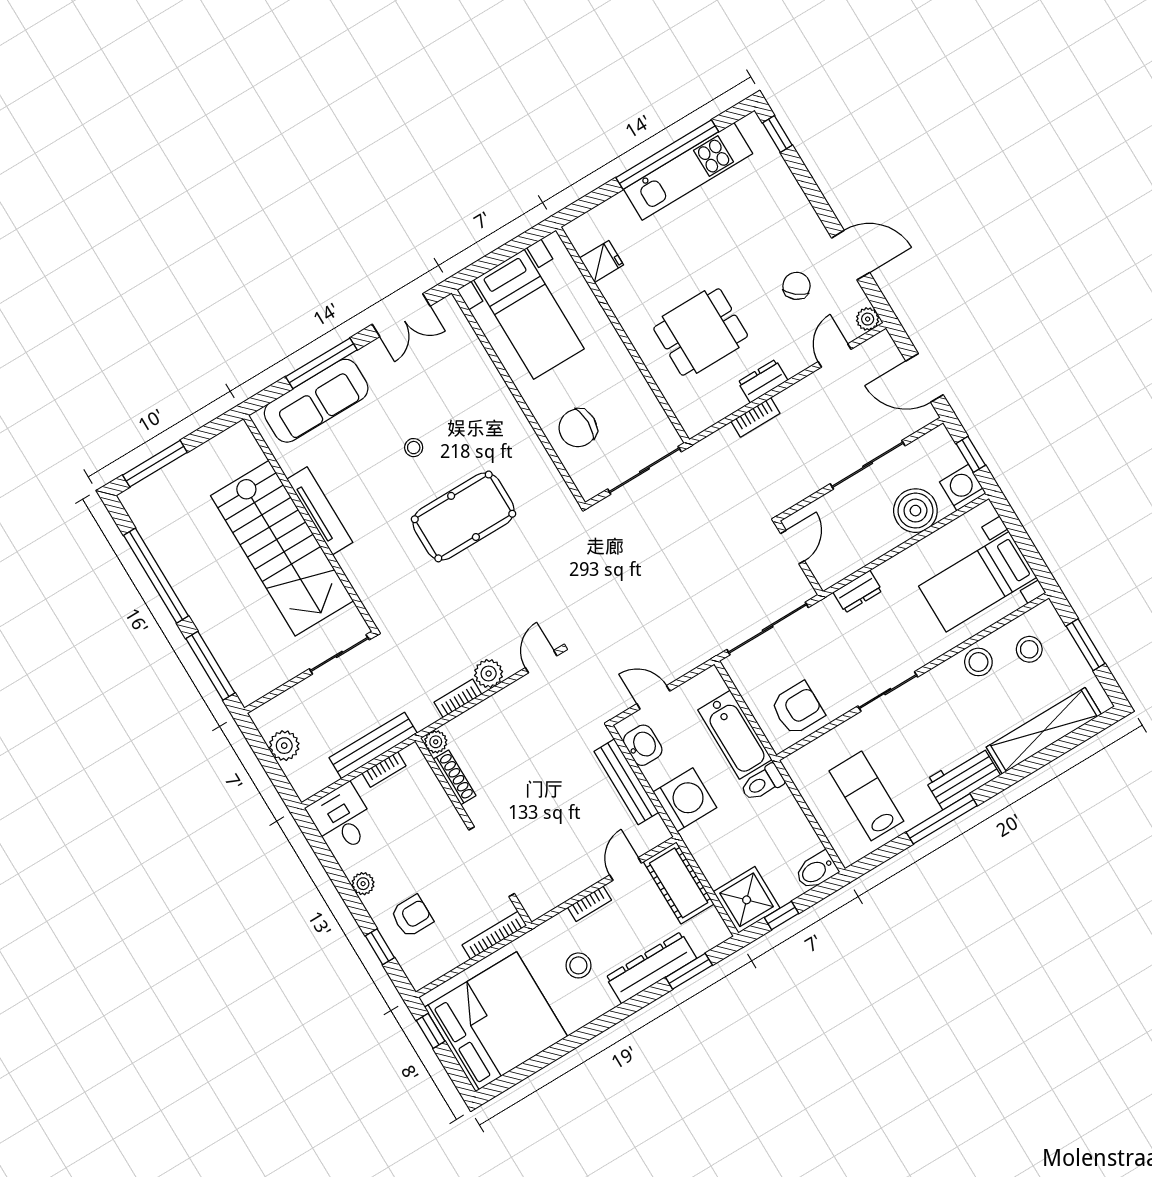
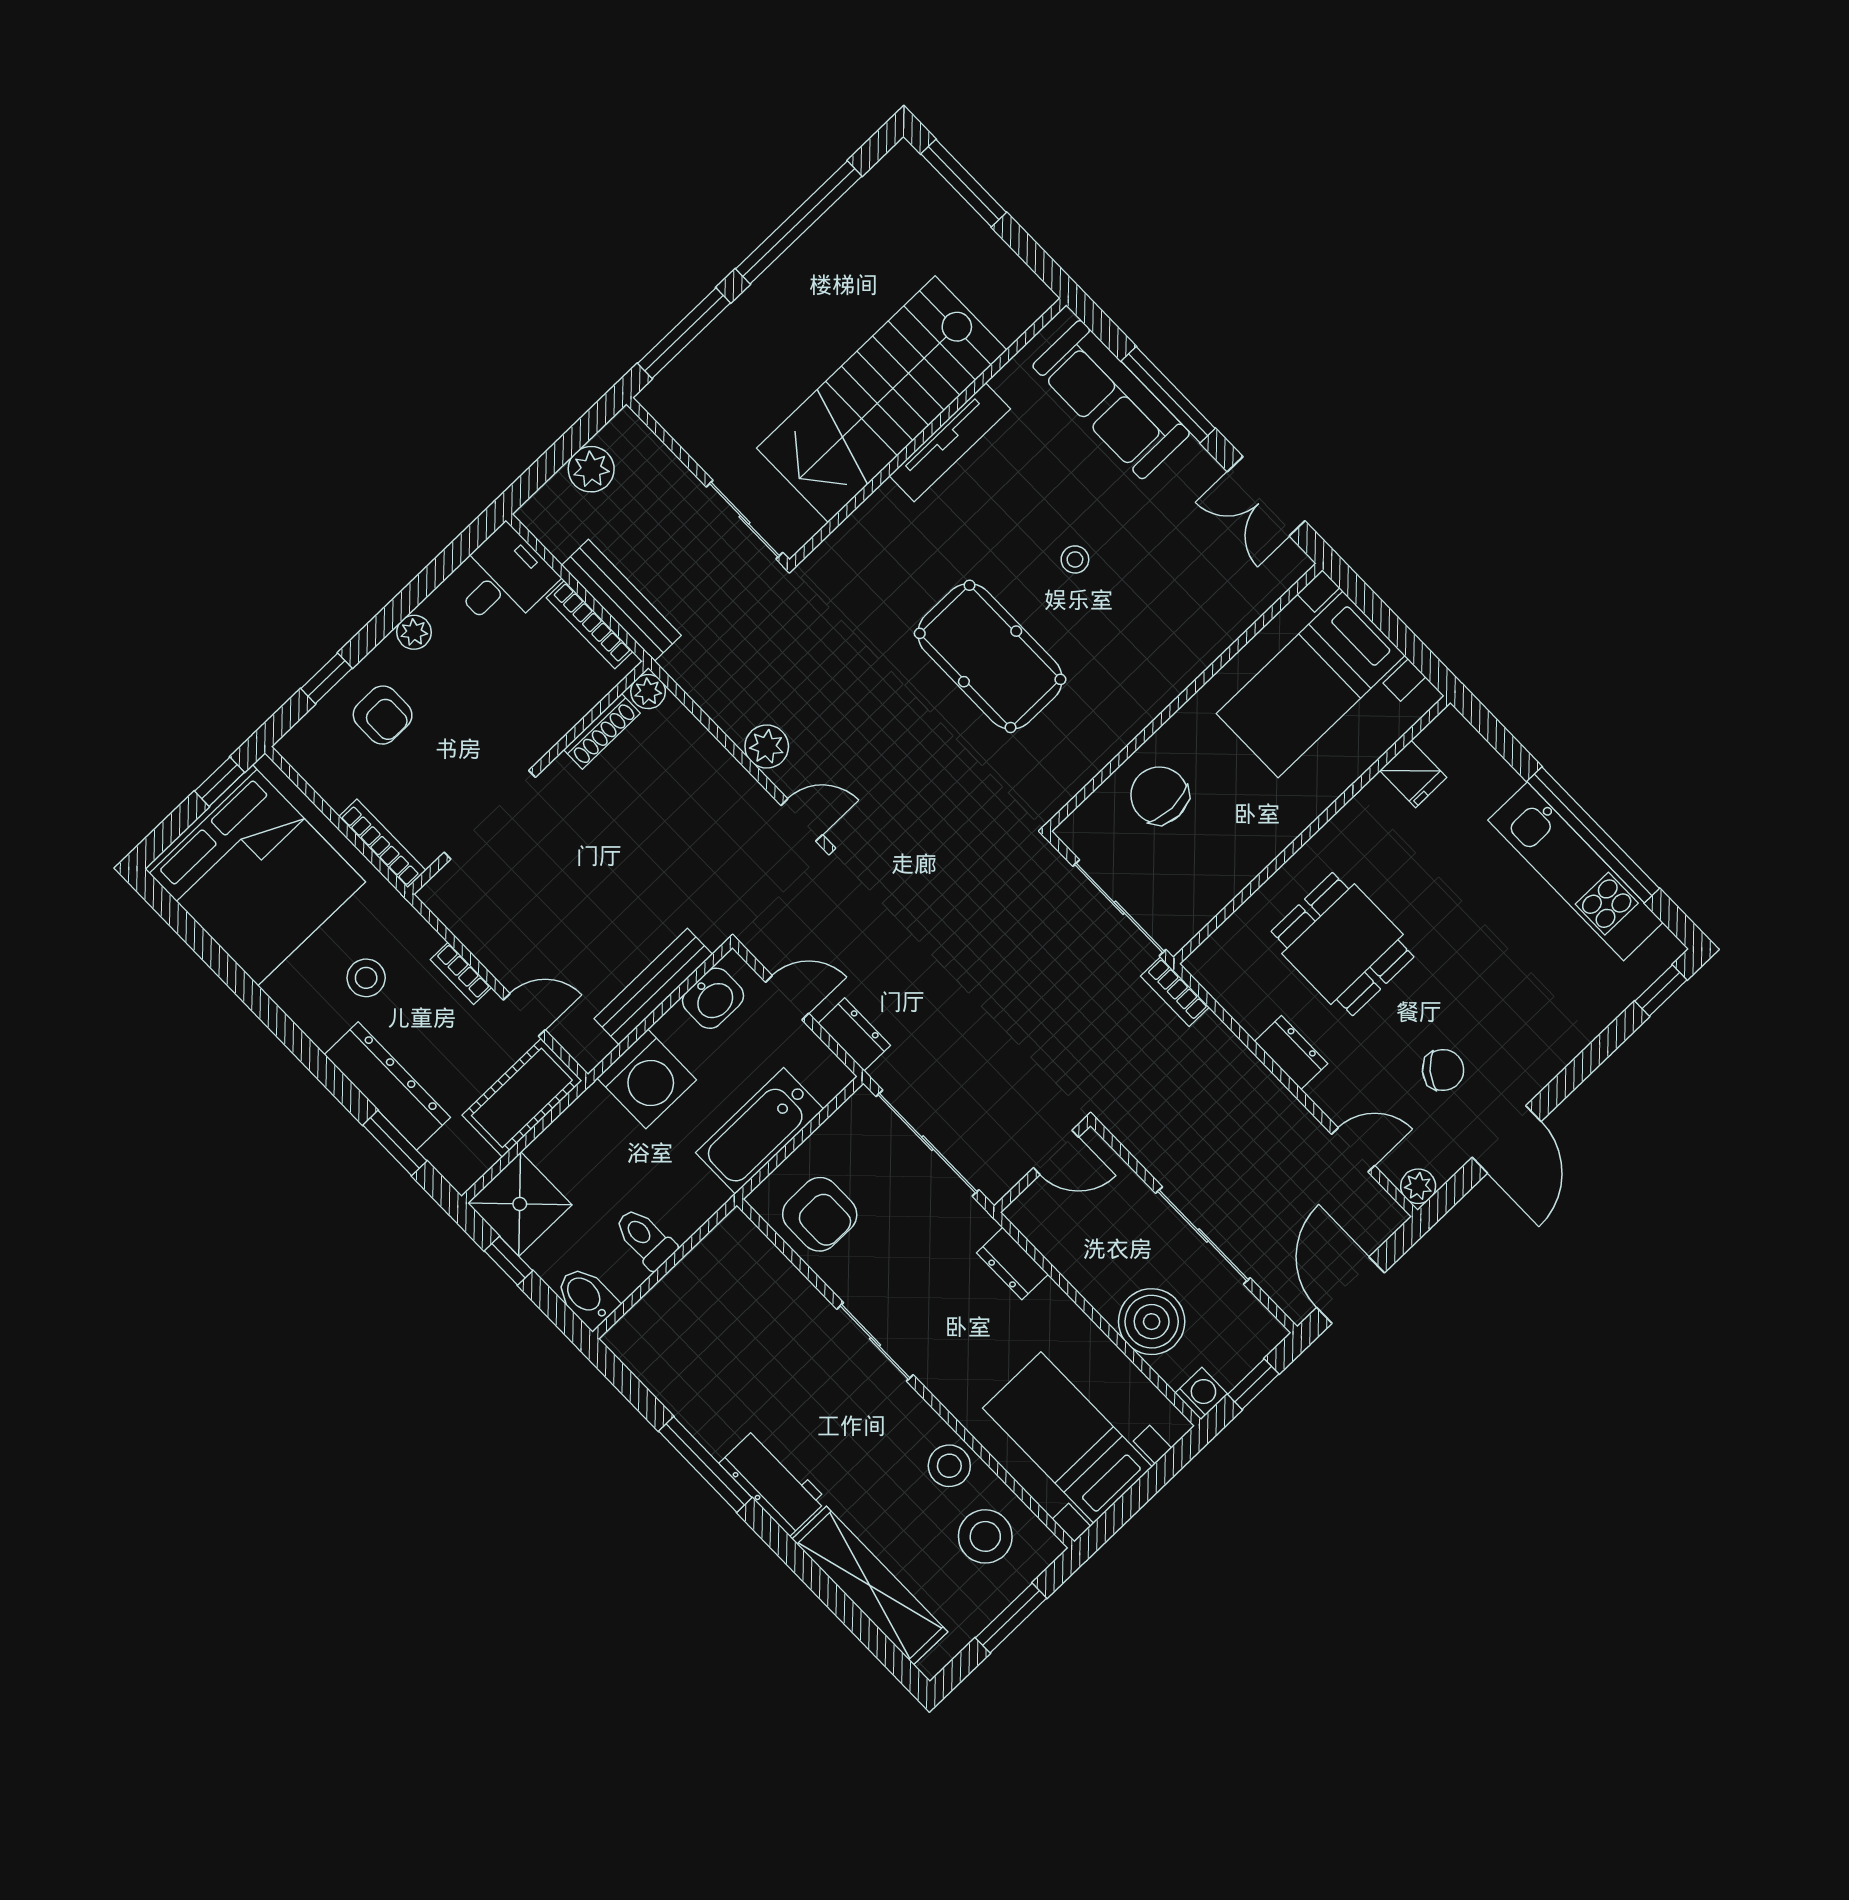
bookcase: (755, 417) -> (1175, 992), moved
washing machine: (963, 488) -> (1201, 1394), width x0.73, depth x0.73
stool: (1029, 649) -> (985, 1536), width x1.38, depth x1.38
dresser: (687, 660) -> (854, 1034), added
door: (653, 697) -> (787, 998), hinge flipped
bookcase: (458, 698) -> (720, 709), removed
bookcase: (384, 769) -> (590, 625), width x1.56
toilet: (762, 783) -> (645, 1238), moved
lab bench: (866, 796) -> (714, 1346), removed

